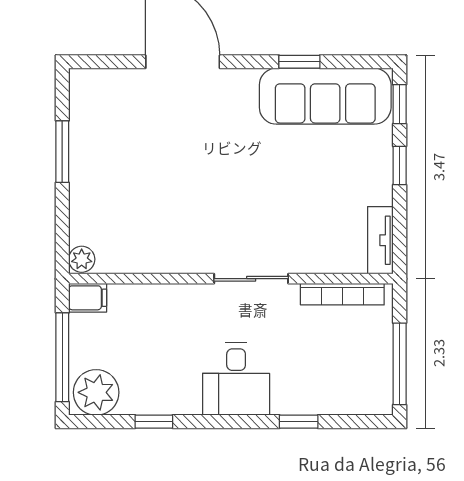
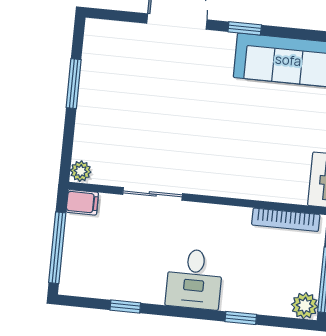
window: (299, 62) -> (245, 28), moved
sliding door: (251, 279) -> (153, 194), moved
plant: (96, 392) -> (305, 306), moved, width x0.73, depth x0.73

